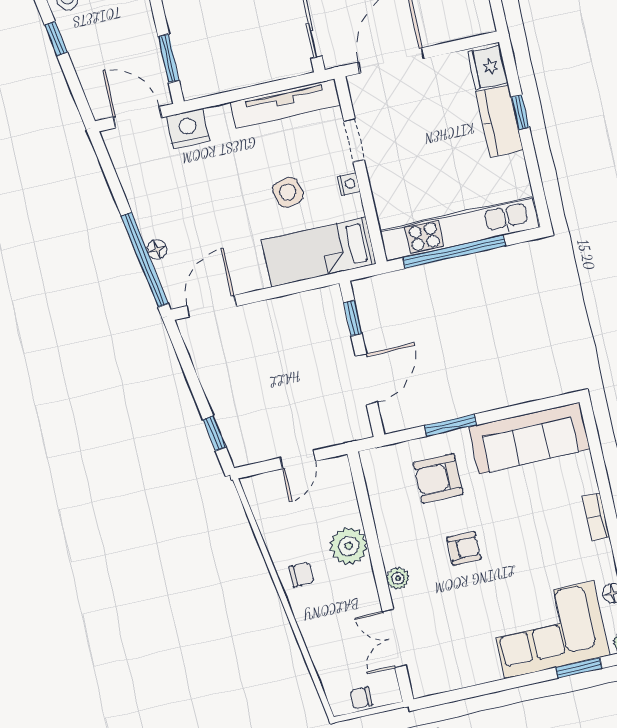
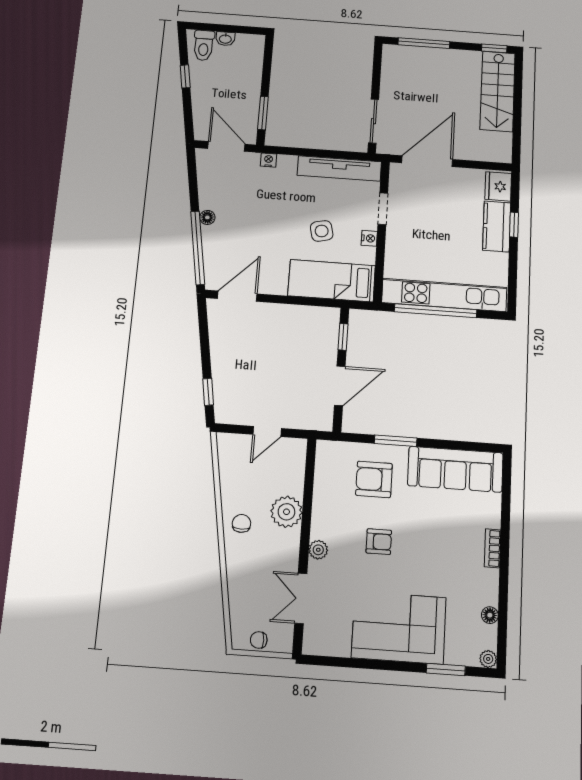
nightstand: (188, 129) -> (268, 160), width x0.53, depth x0.56
floor lamp: (157, 249) -> (207, 217), moved
chair: (301, 575) -> (241, 523), turned -90
corner sofa: (549, 630) -> (399, 628), moved

